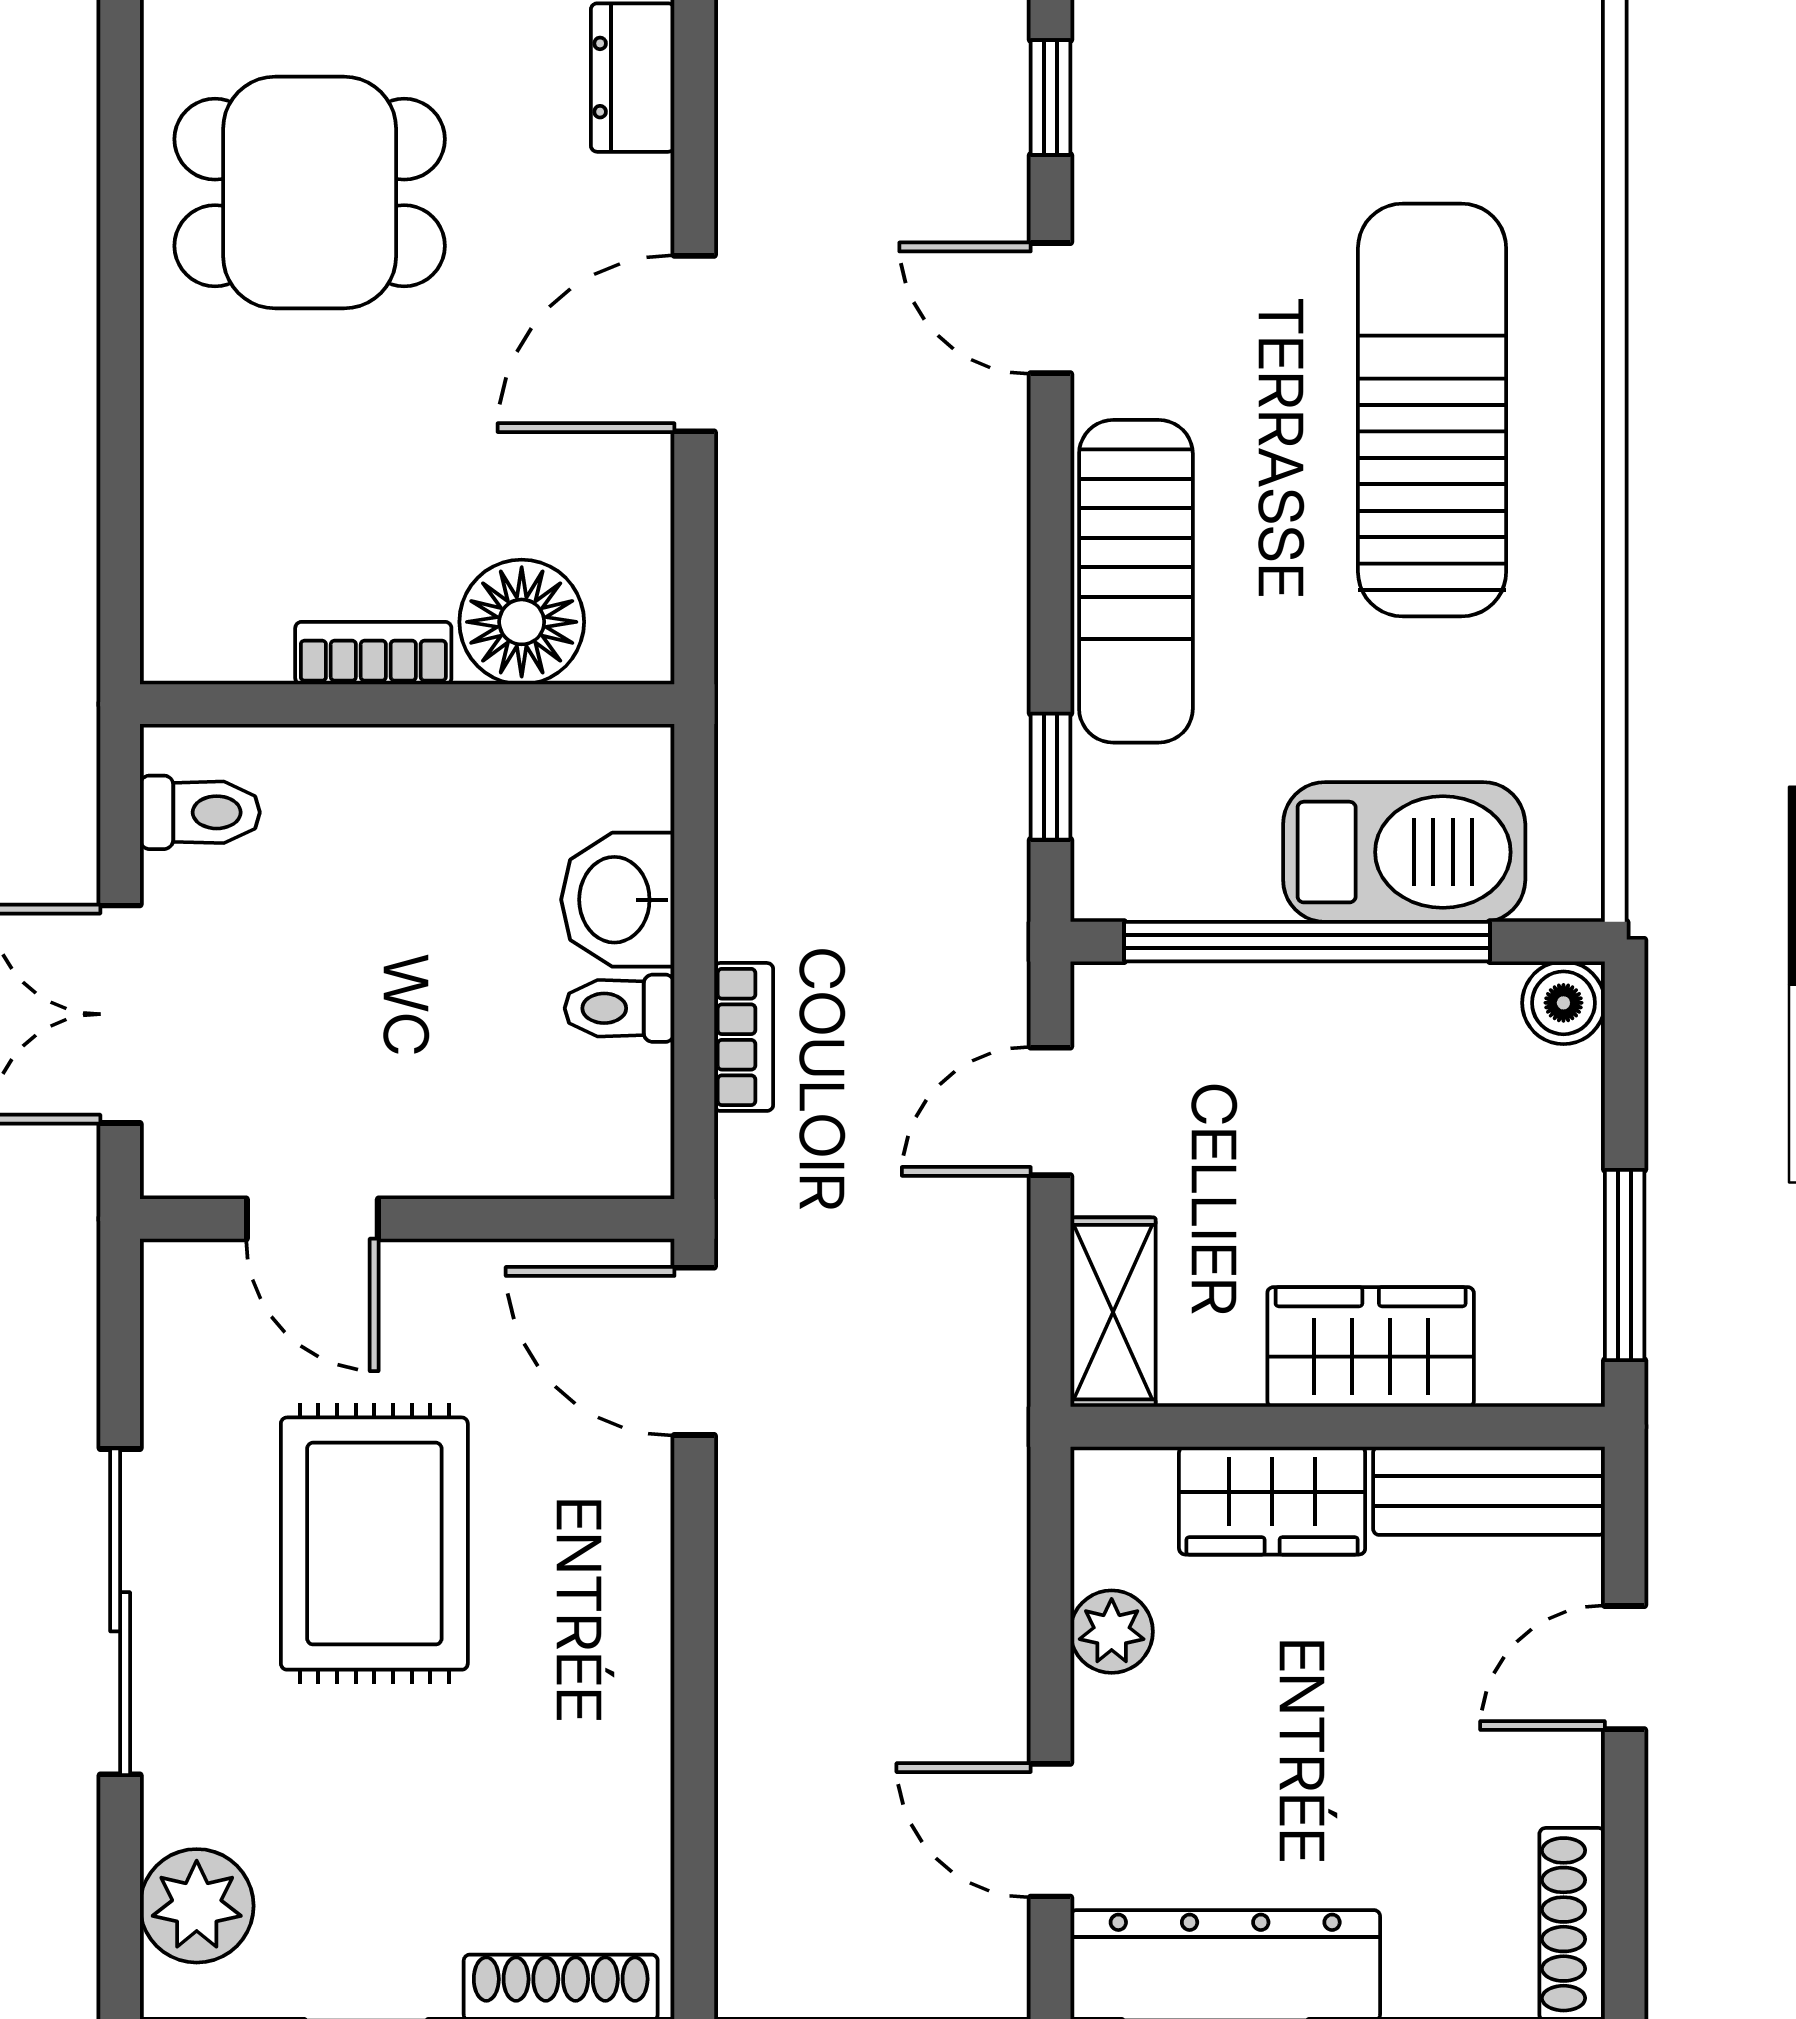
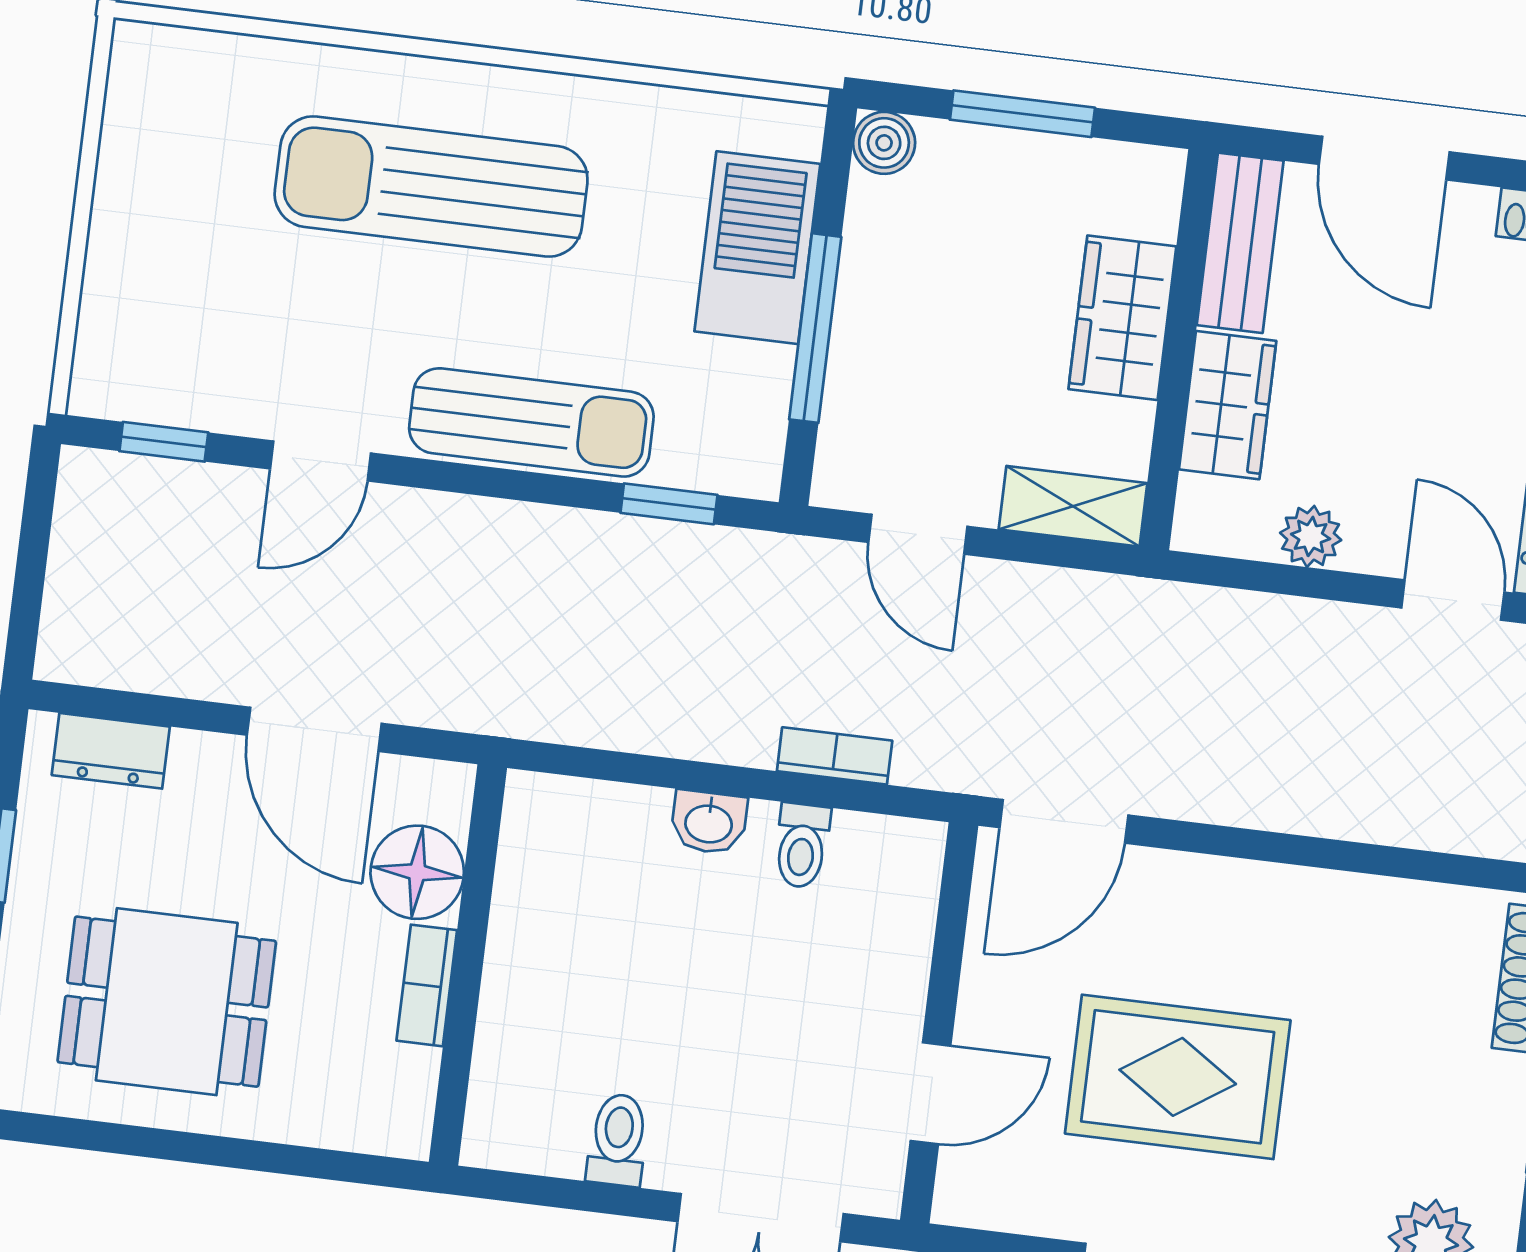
dining table: (310, 192) -> (167, 1002), turned 90
floor lamp: (522, 622) -> (417, 872), moved
bookcase: (373, 653) -> (427, 985), moved
wall: (407, 704) -> (468, 965), moved
washbasin: (618, 900) -> (709, 822), width x0.72, depth x0.69
window: (1307, 942) -> (815, 328), width x0.68
window: (1625, 1265) -> (1022, 114), moved
door: (1625, 1668) -> (1384, 158), width x1.38
door: (1051, 1830) -> (1453, 600), swing flipped

